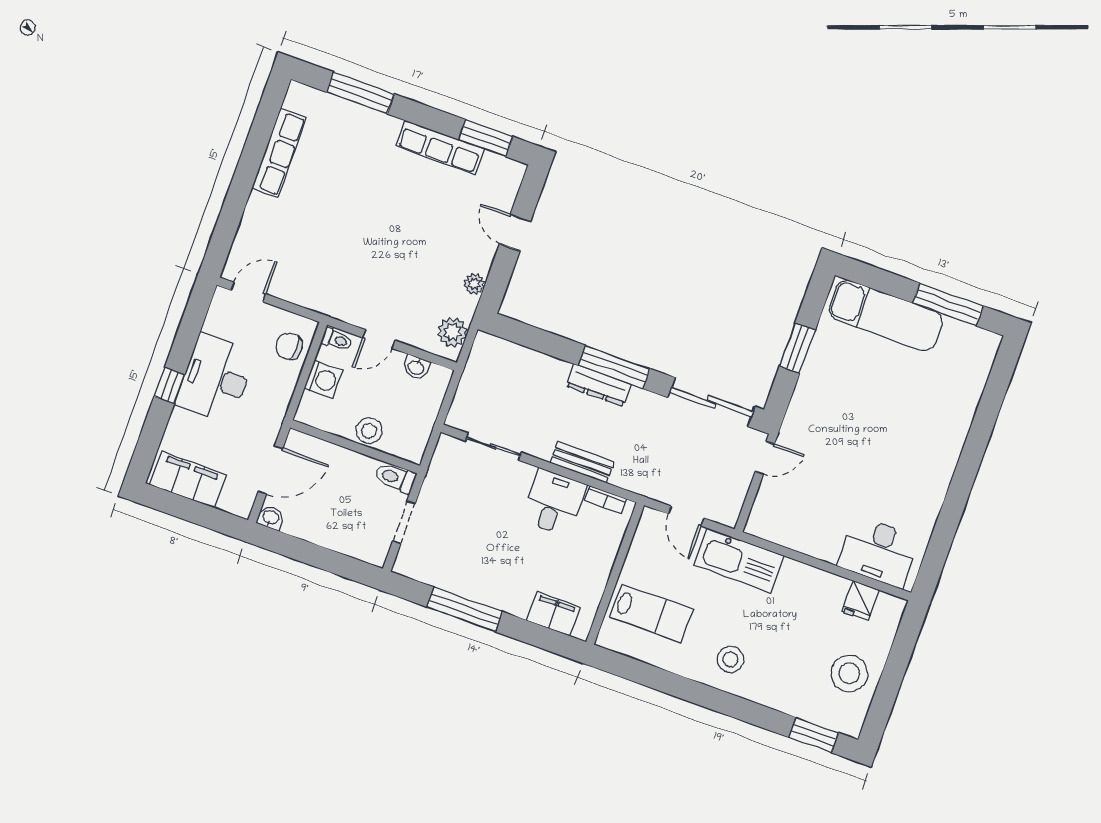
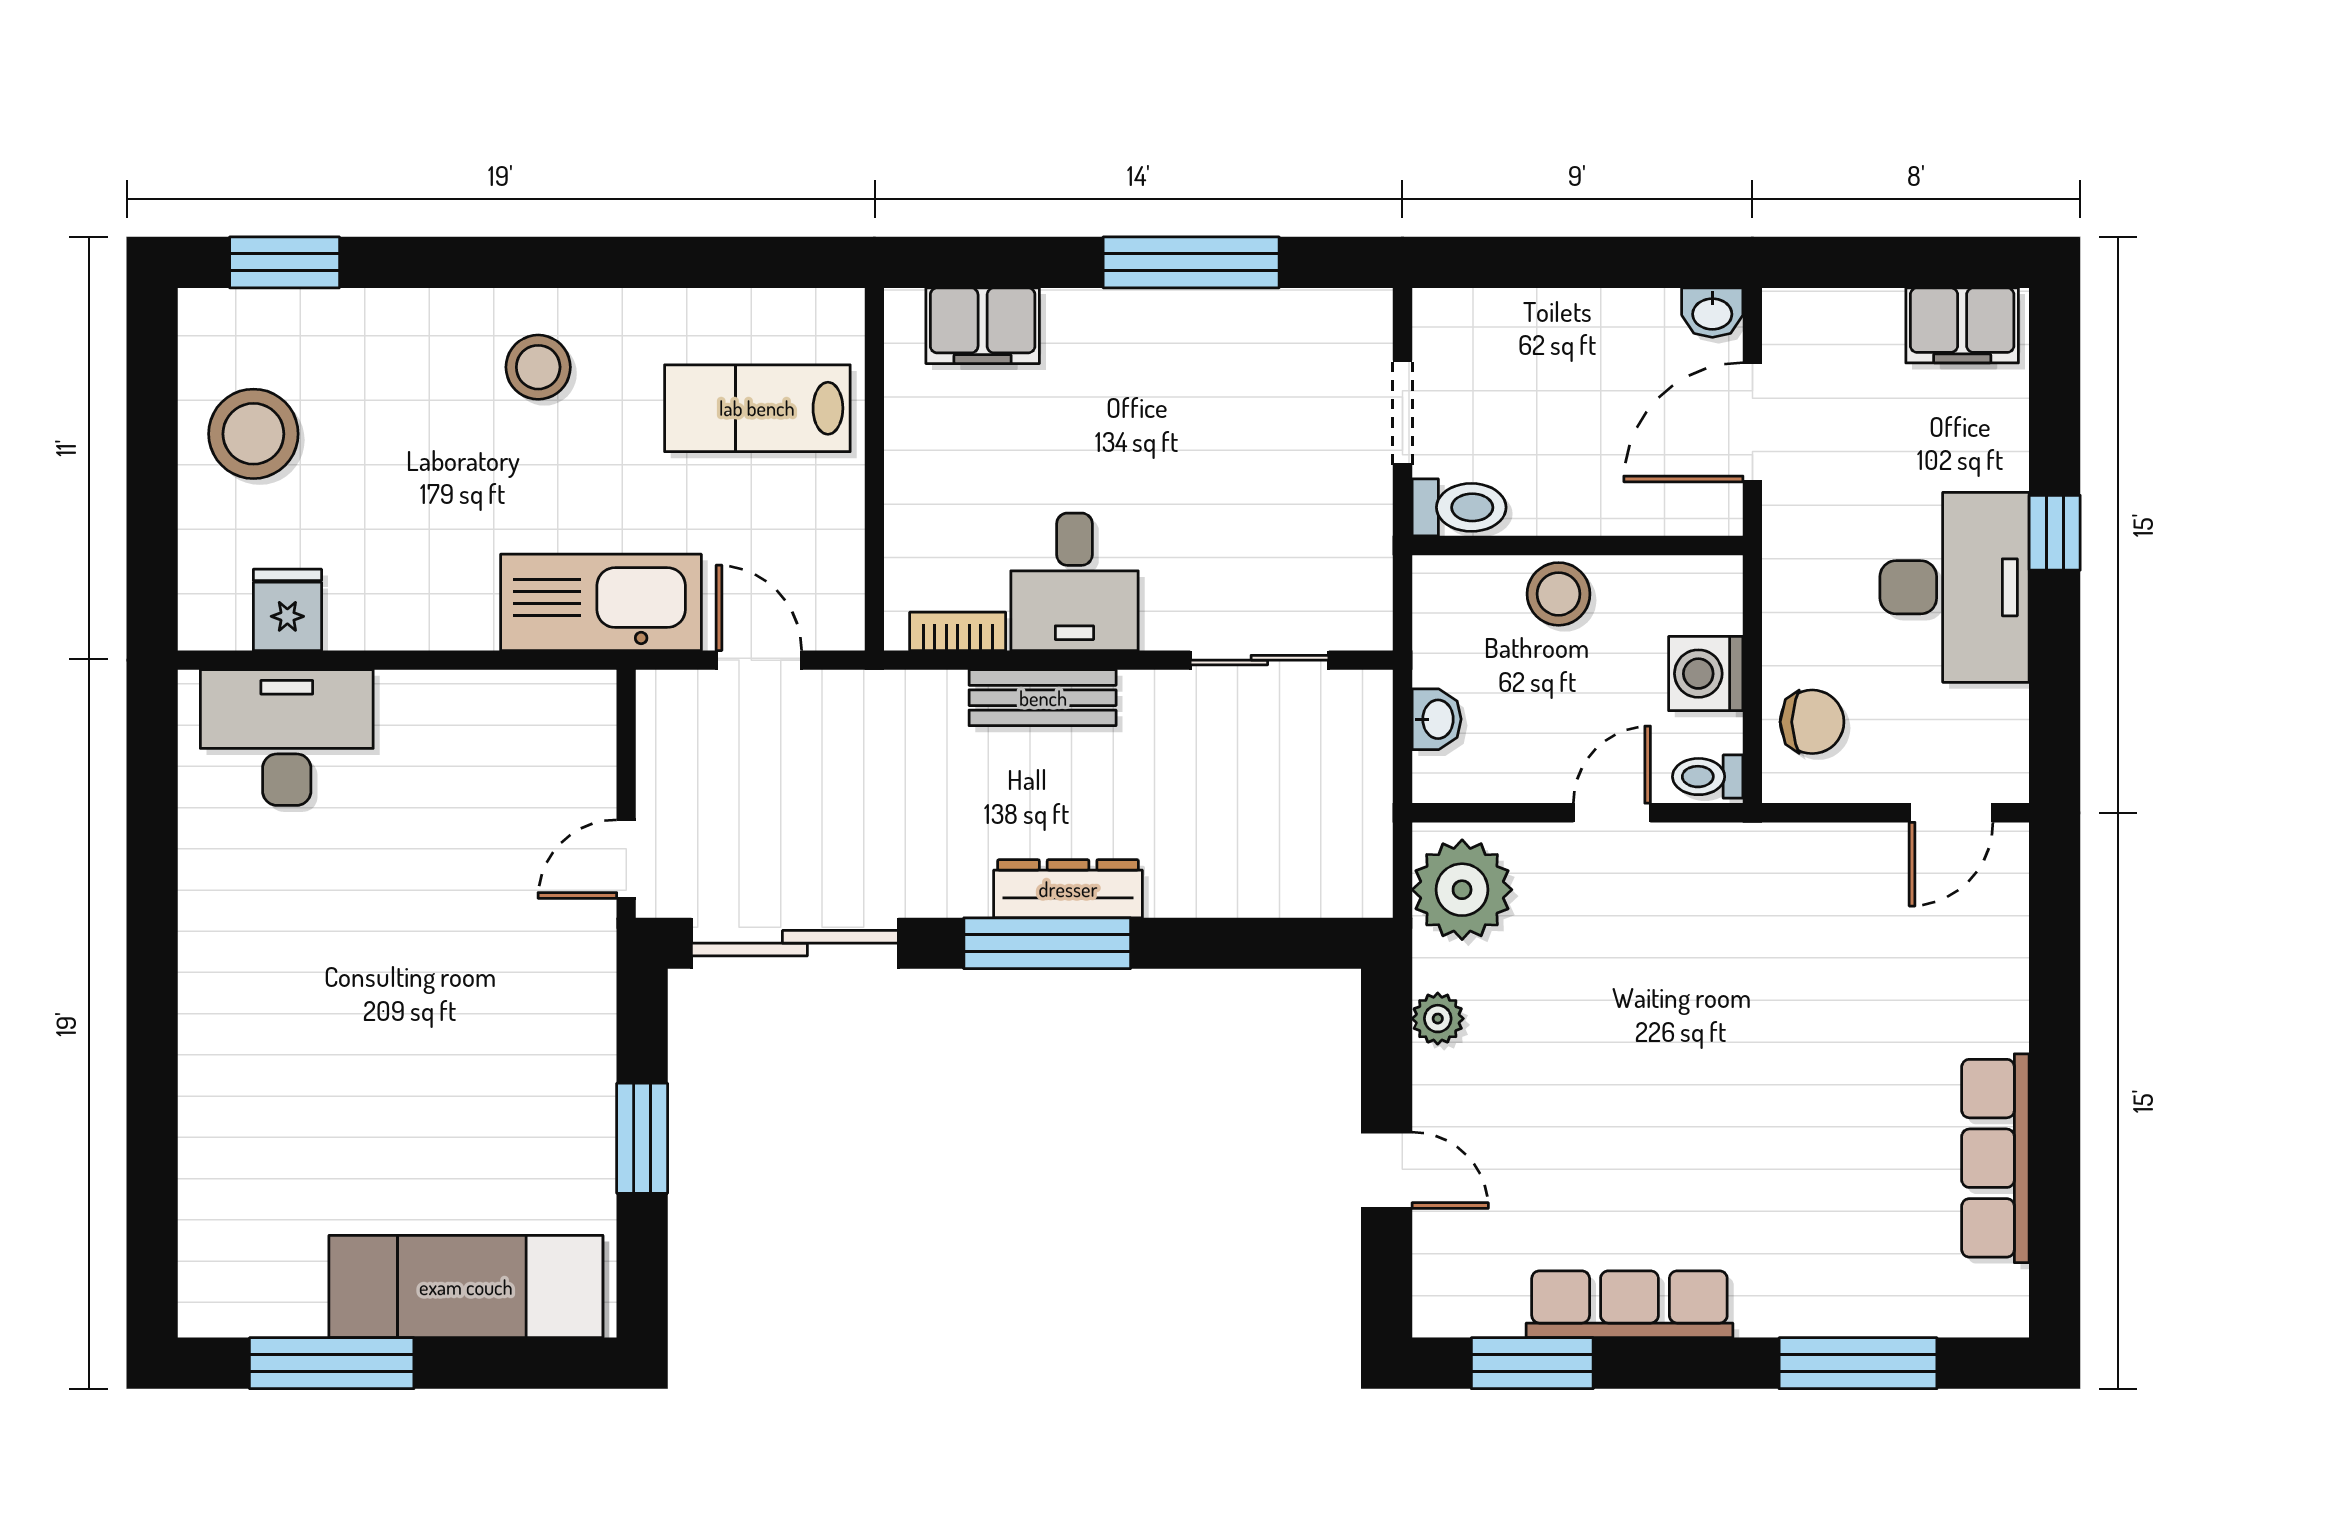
plant: (452, 332) -> (1462, 890), width x1.36, depth x1.36
washbasin: (416, 367) -> (1437, 719), moved, turned 90
filing cabinet: (188, 480) -> (1962, 325), width x0.67, depth x0.86

